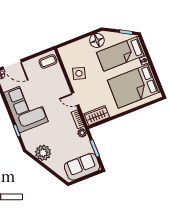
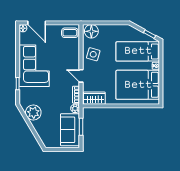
floor lamp: (97, 40) -> (91, 31), moved
sofa: (82, 167) -> (70, 130), moved, turned -90

